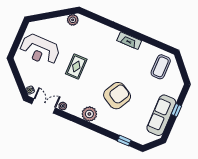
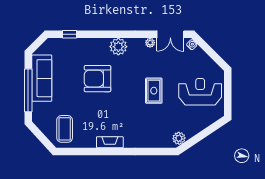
armchair: (117, 96) -> (97, 79), turned 61
window: (176, 110) -> (28, 90), width x3.17

